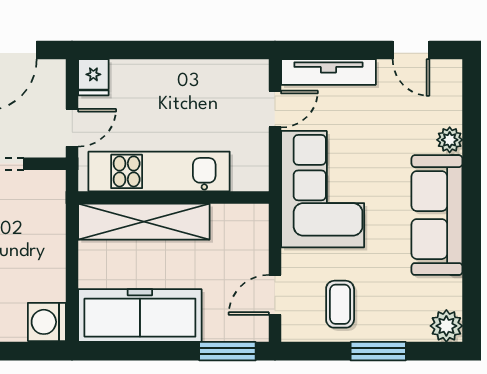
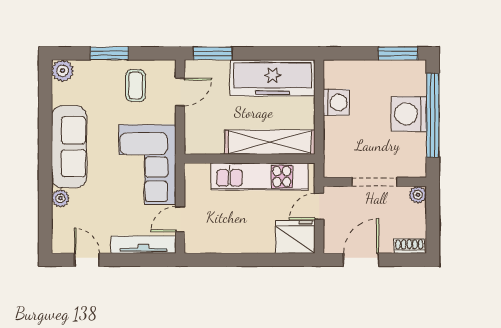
fridge: (93, 77) -> (295, 237), width x1.88, depth x1.34
washing machine: (47, 322) -> (336, 102), moved

